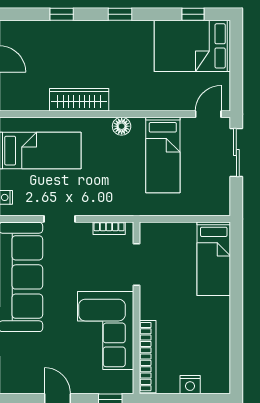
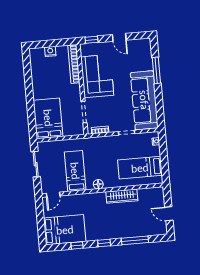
window: (62, 14) -> (135, 240), width x2.17
window: (193, 14) -> (77, 245), moved
sliding door: (236, 152) -> (36, 164), moved
bed: (214, 259) -> (48, 118), width x1.50

